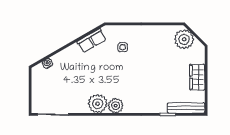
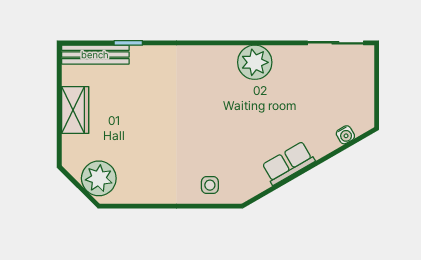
row of seats: (92, 41) -> (288, 163), moved
side table: (123, 47) -> (210, 185), moved
plant: (116, 106) -> (222, 59), removed

